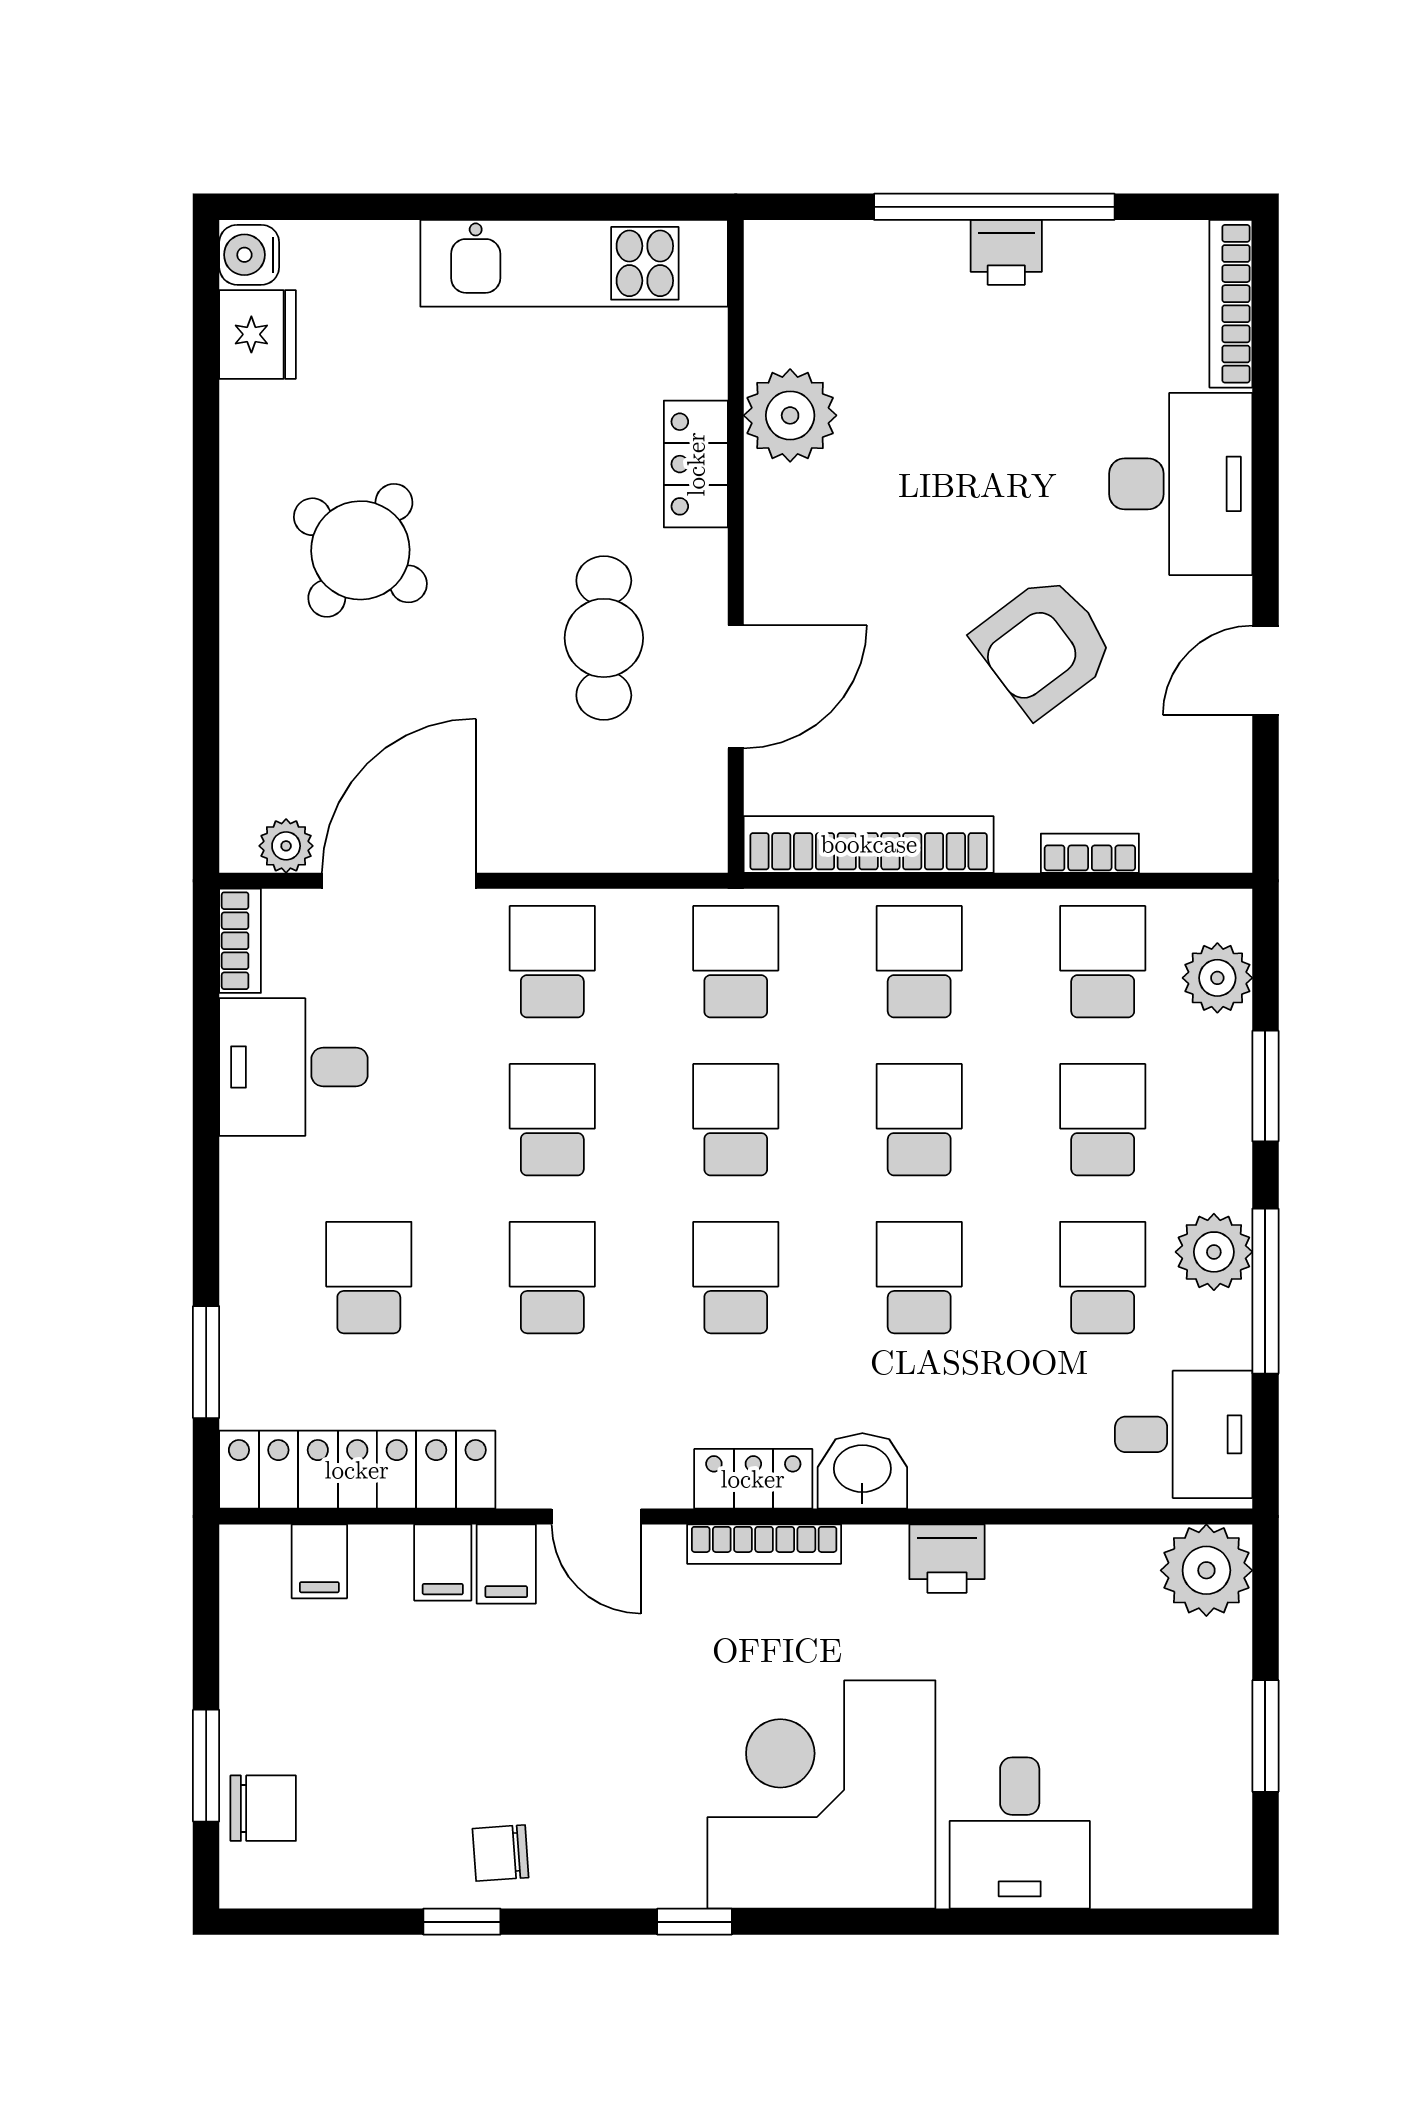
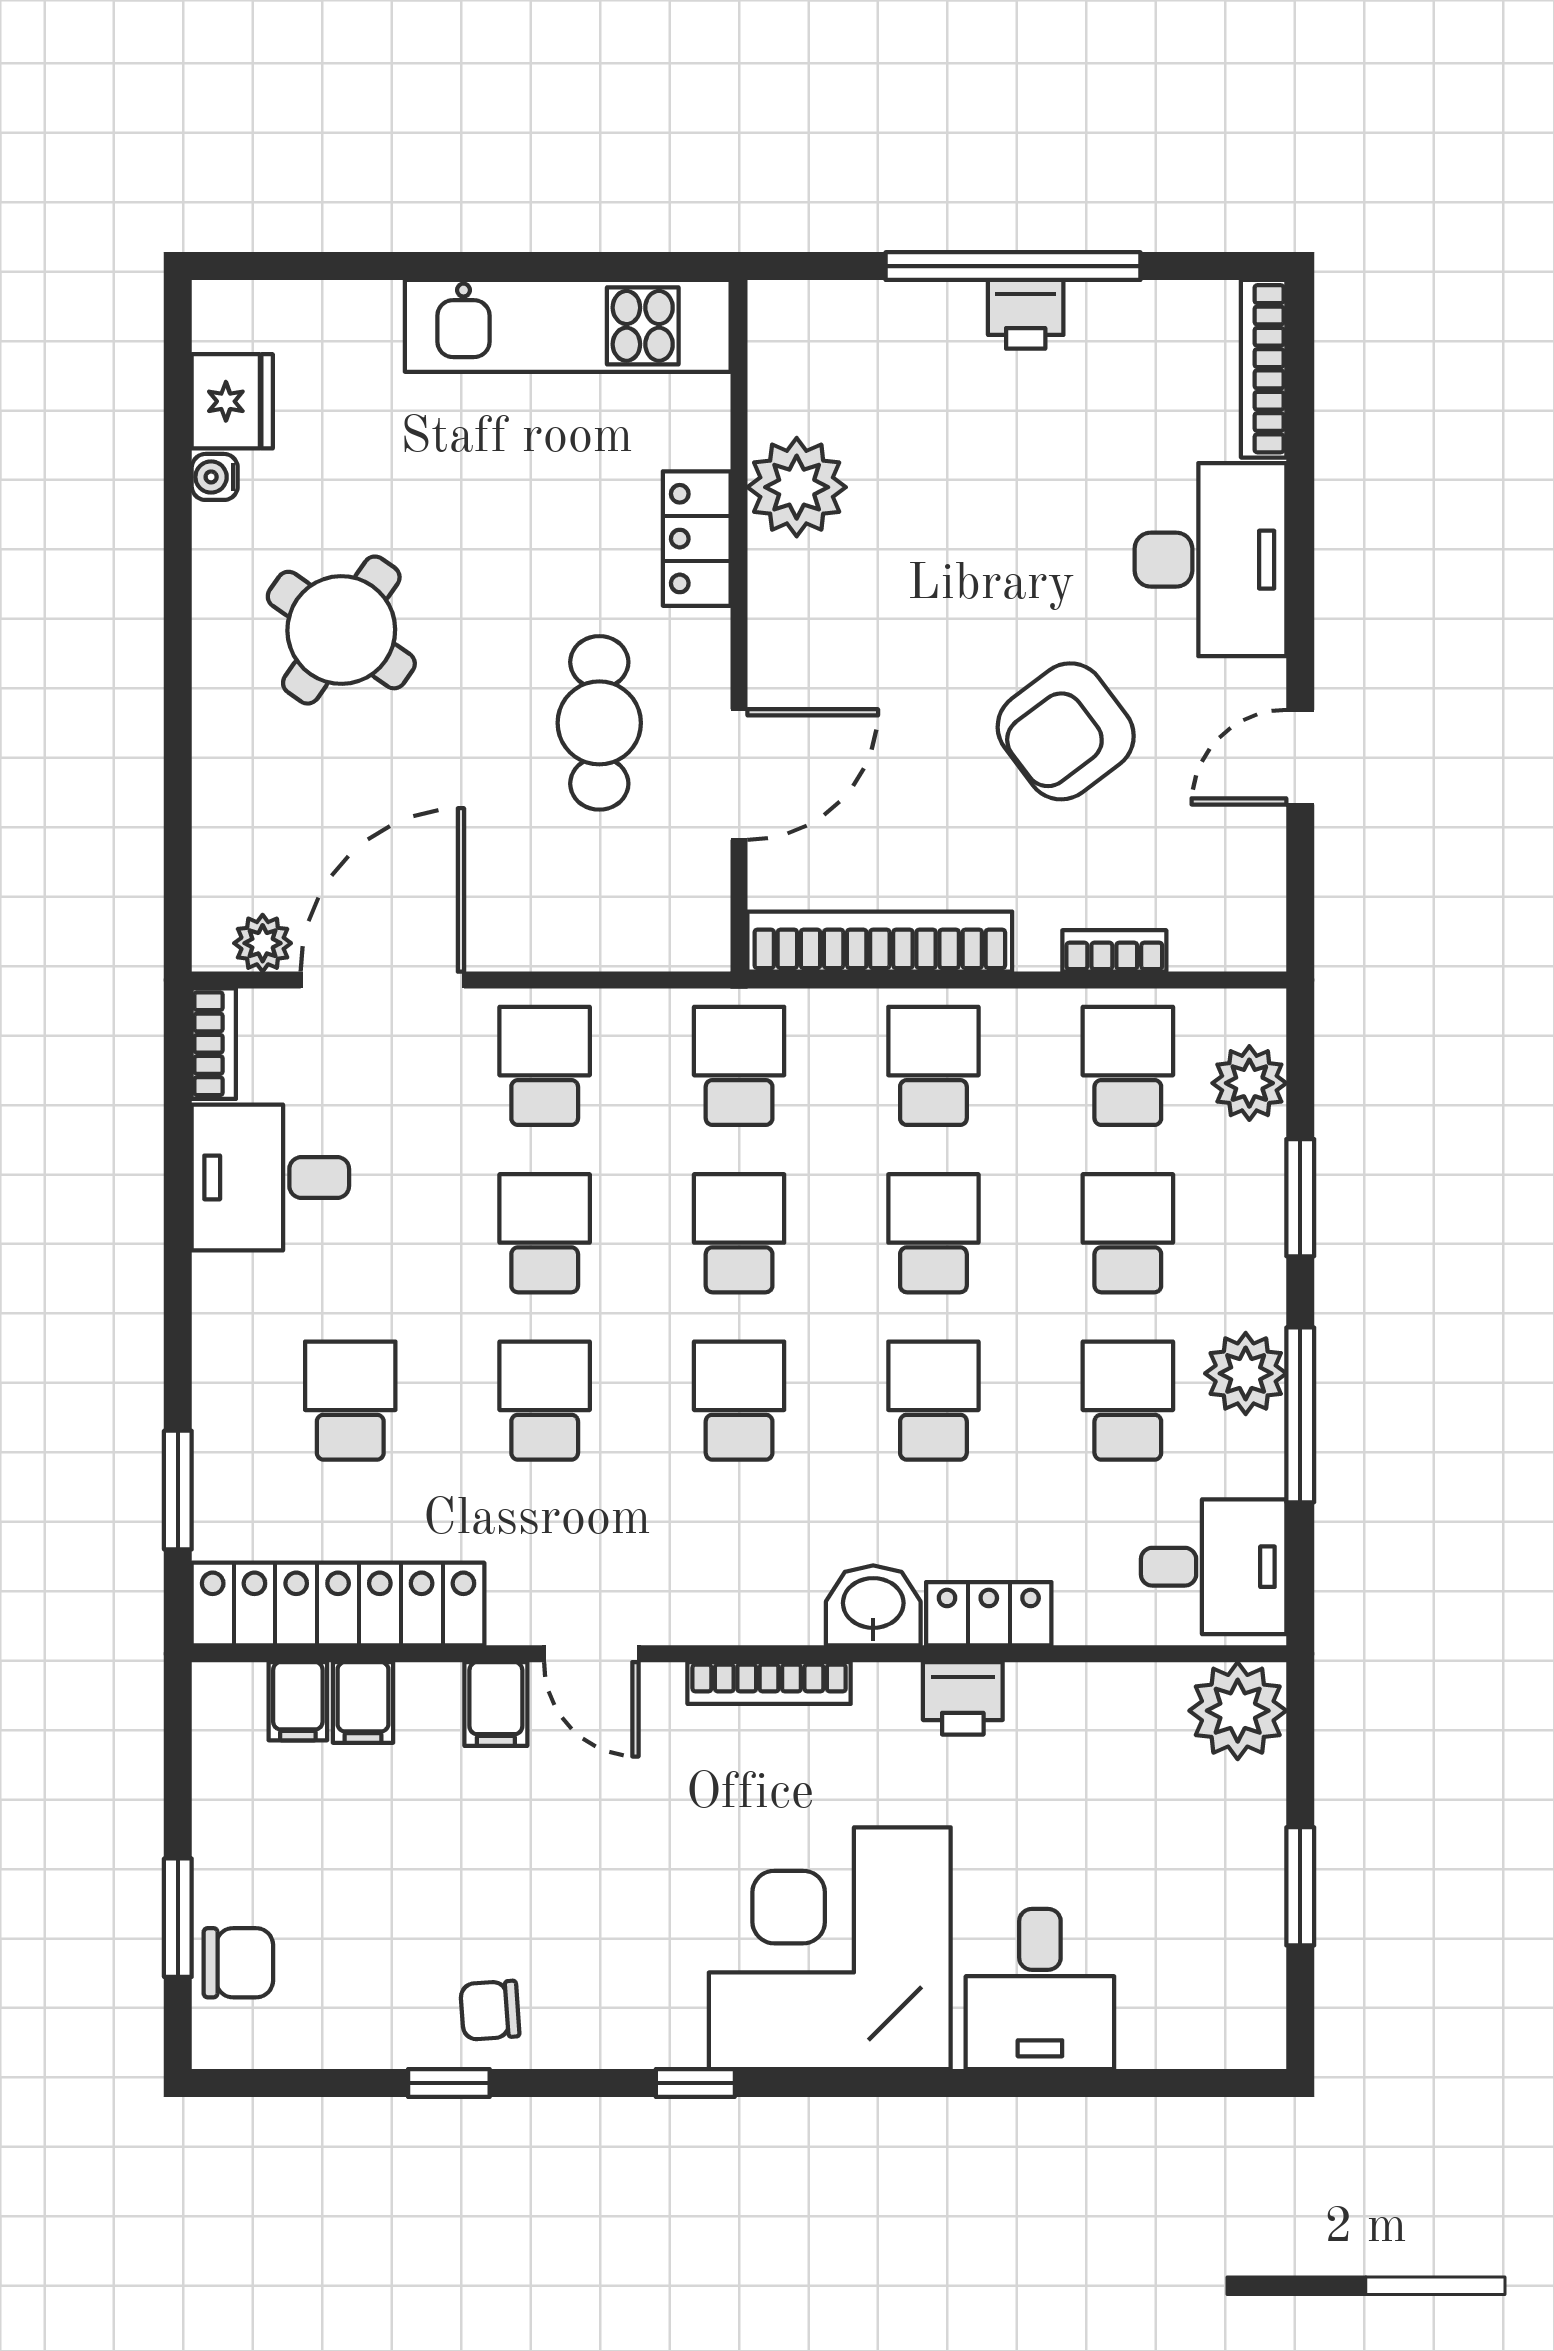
water cooler: (249, 255) -> (215, 477), moved, width x0.72, depth x0.72
locker: (753, 1479) -> (989, 1614), moved
filing cabinet: (443, 1562) -> (363, 1702), moved

